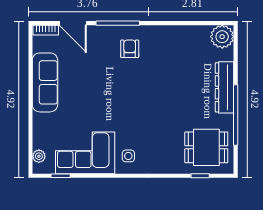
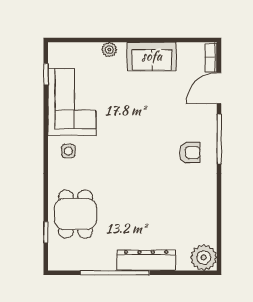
sofa: (45, 82) -> (152, 56), width x0.73
dining table: (206, 147) -> (76, 214), moved
plant: (39, 156) -> (109, 50), moved

